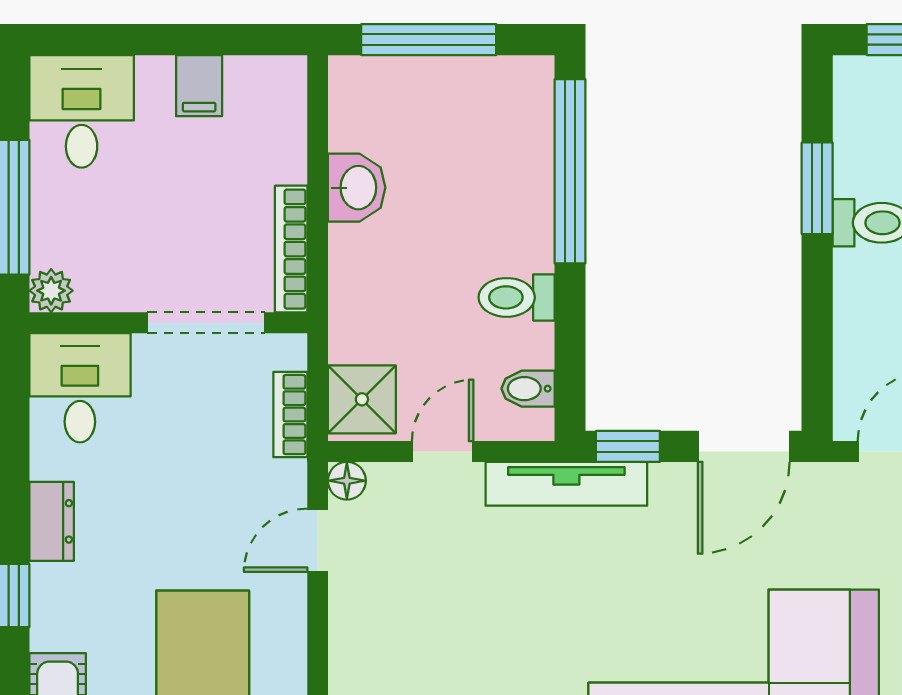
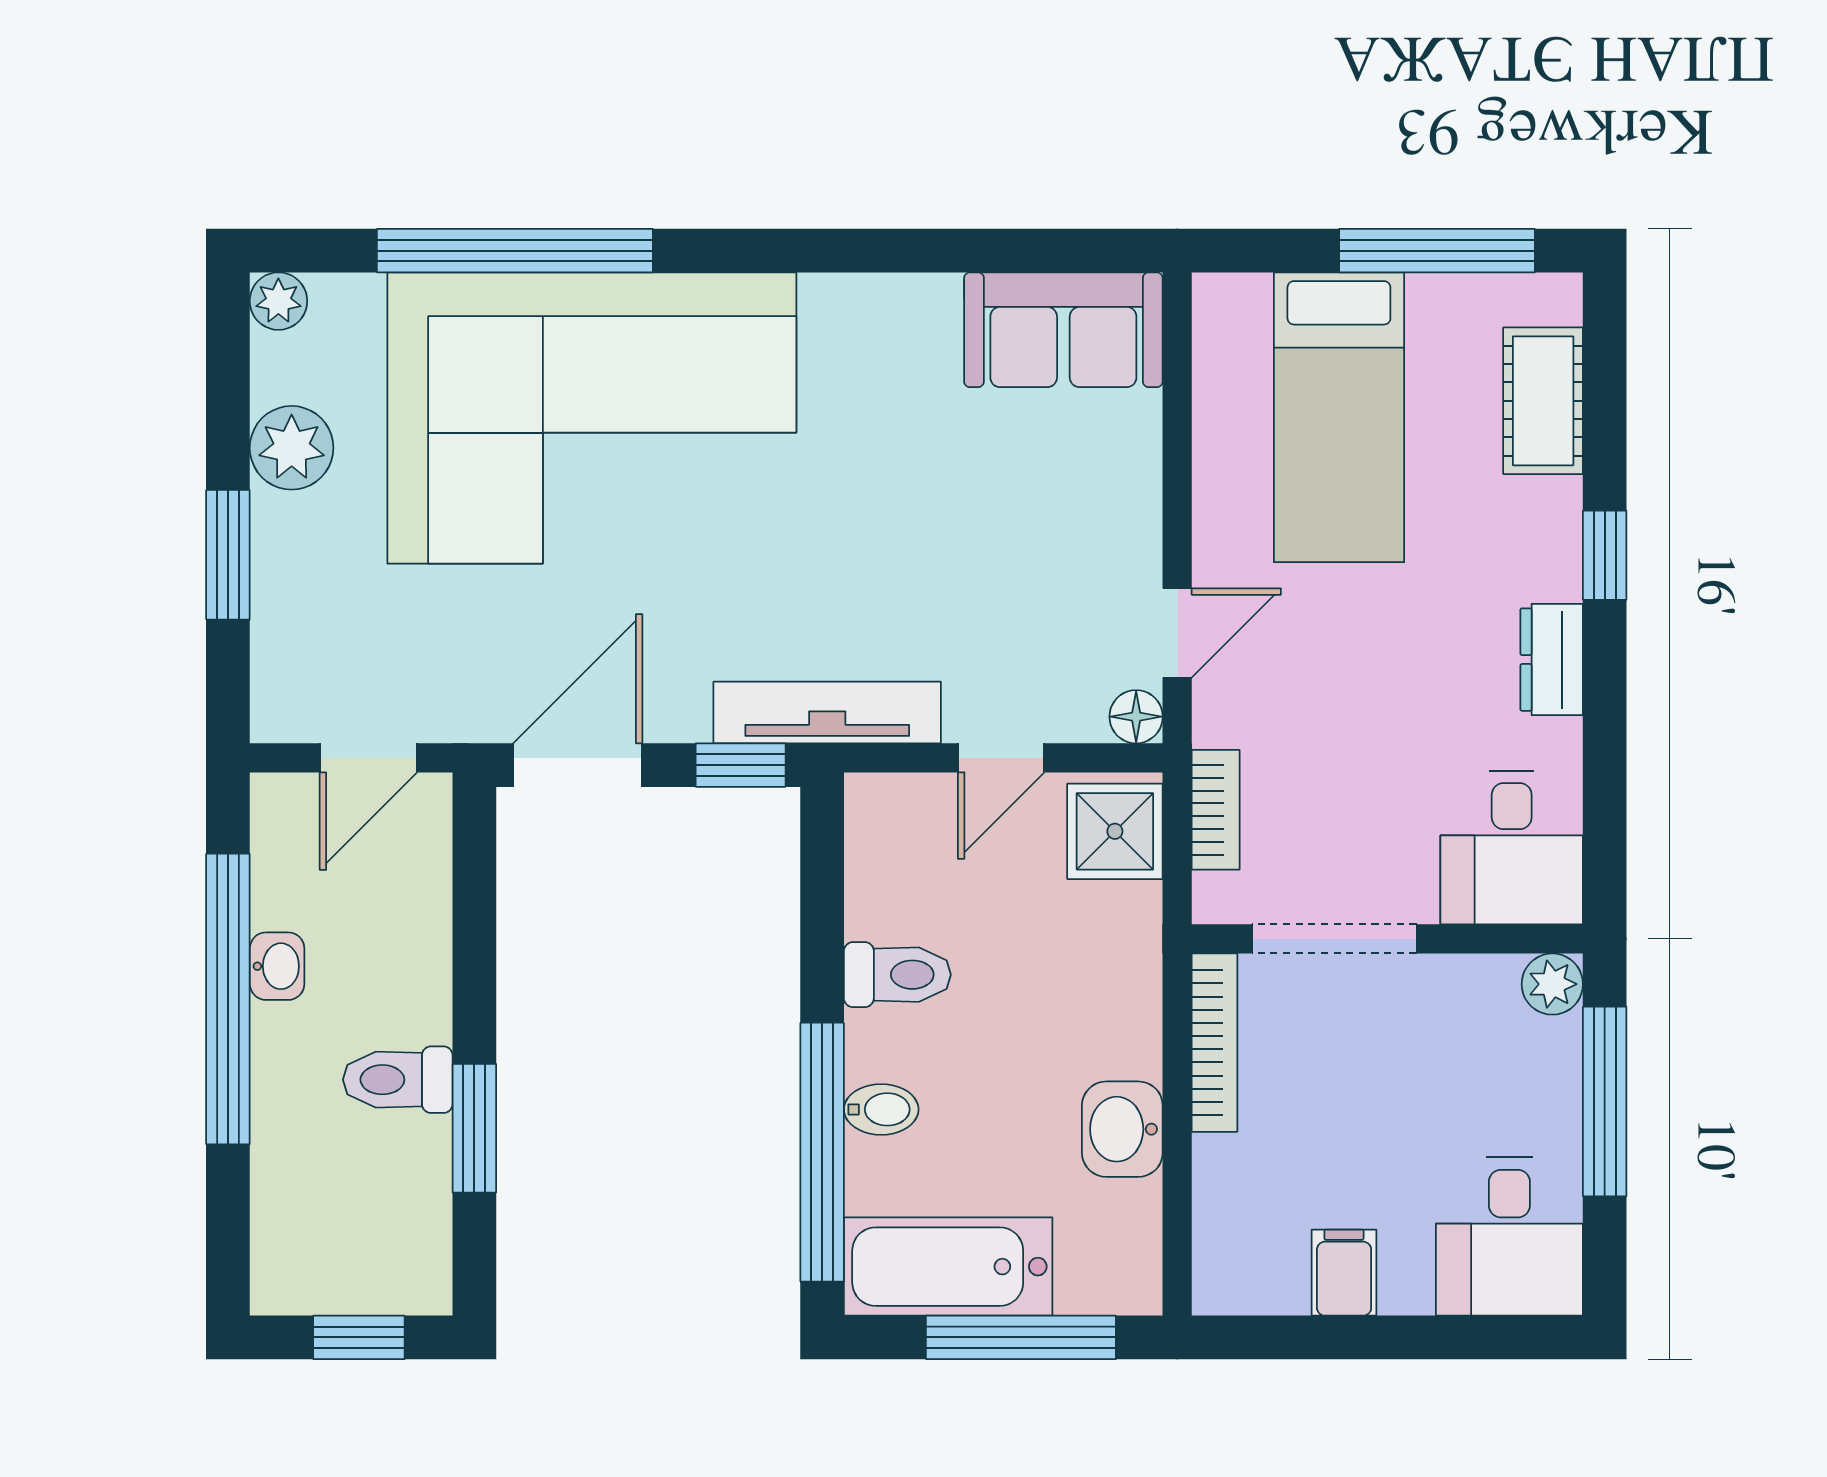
bathtub: (480, 90) -> (948, 1267), added
bidet: (528, 389) -> (881, 1109), moved

